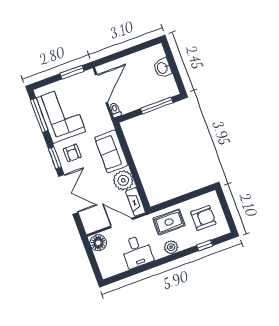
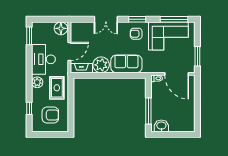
washbasin: (163, 68) -> (161, 126), moved
double door: (68, 194) -> (106, 19), width x0.73
armchair: (203, 218) -> (50, 115), turned -90
desk: (137, 252) -> (43, 59), width x1.37
window: (120, 276) -> (29, 36), added

